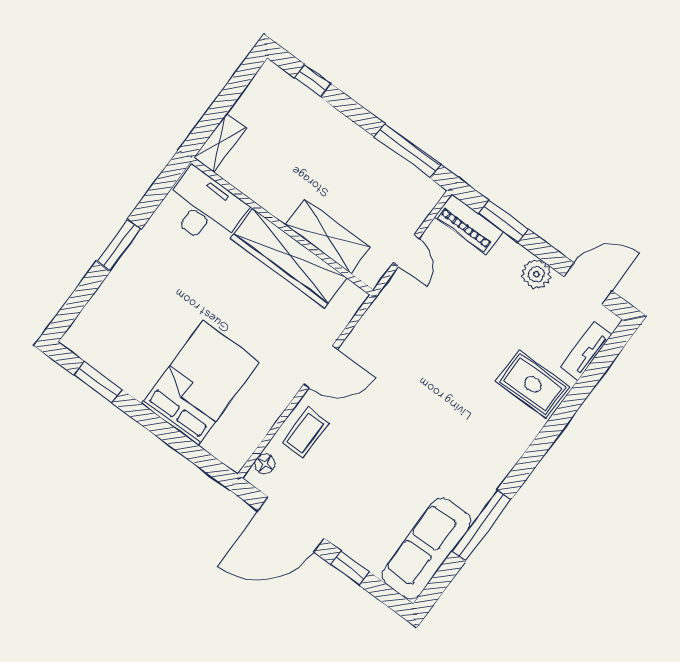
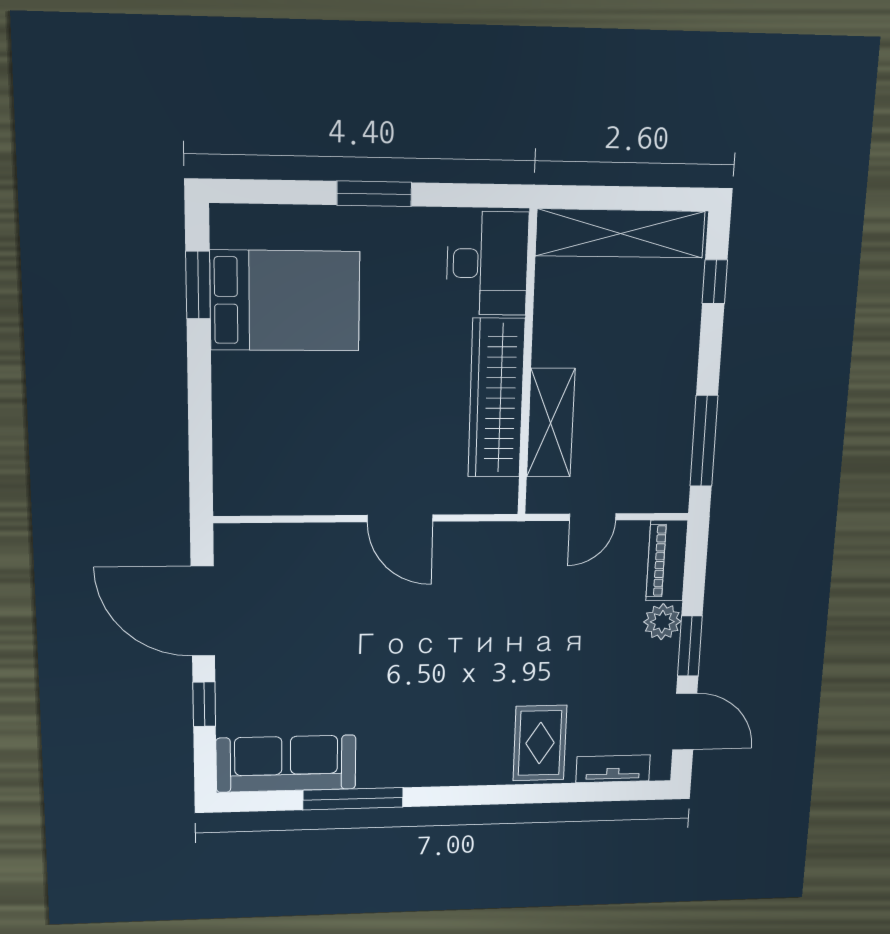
shelving: (220, 143) -> (620, 233), width x2.20, depth x1.33
window: (503, 221) -> (690, 646), moved
plant: (536, 274) -> (662, 622), moved
bed: (201, 383) -> (285, 301), moved
coffee table: (305, 433) -> (315, 554), removed
floor lamp: (265, 464) -> (248, 536), removed

